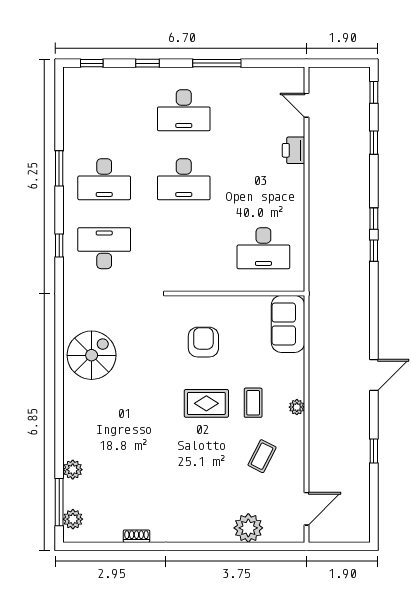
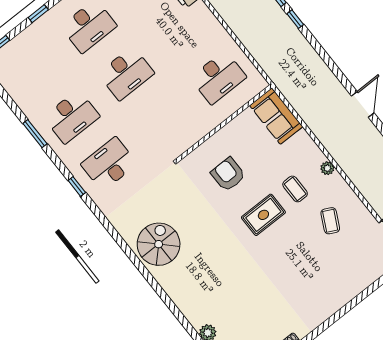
plant: (248, 528) -> (360, 277), removed

